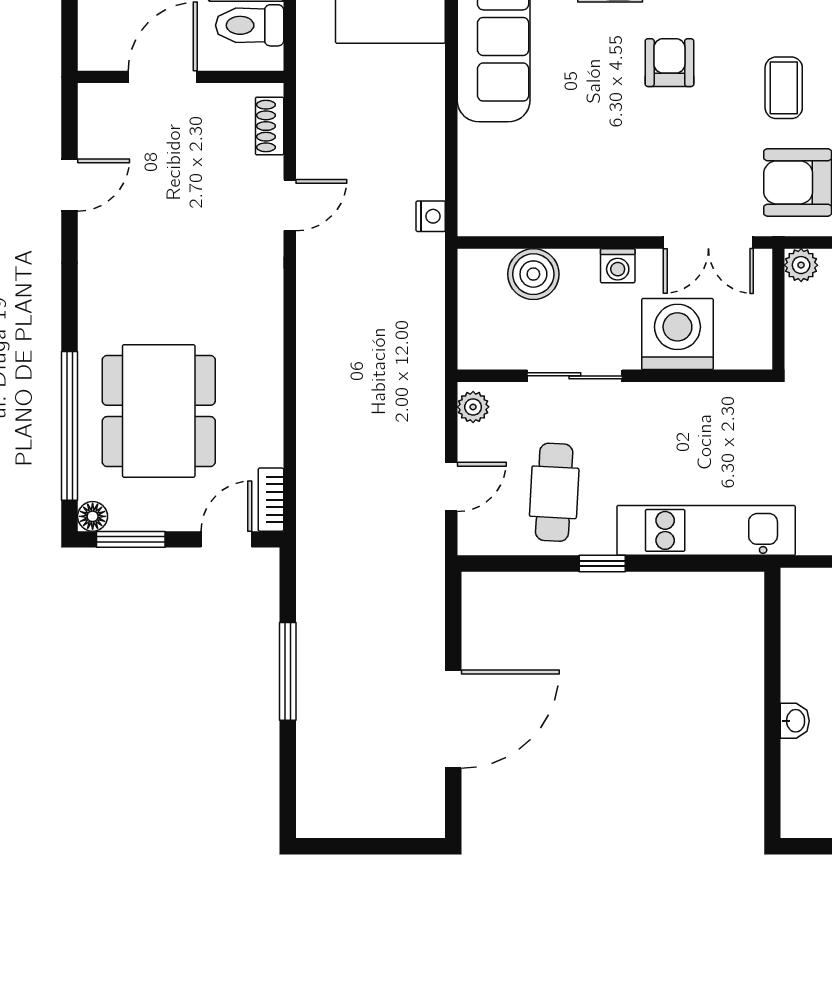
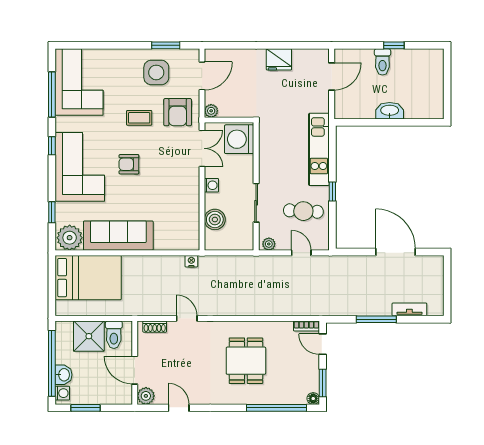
plant: (99, 104) -> (146, 396), added
washing machine: (677, 334) -> (239, 139), moved
dining table: (159, 411) -> (246, 361), moved, width x0.73
washbasin: (795, 721) -> (390, 111), width x1.91, depth x1.45
tv unit: (312, 753) -> (409, 309), added

